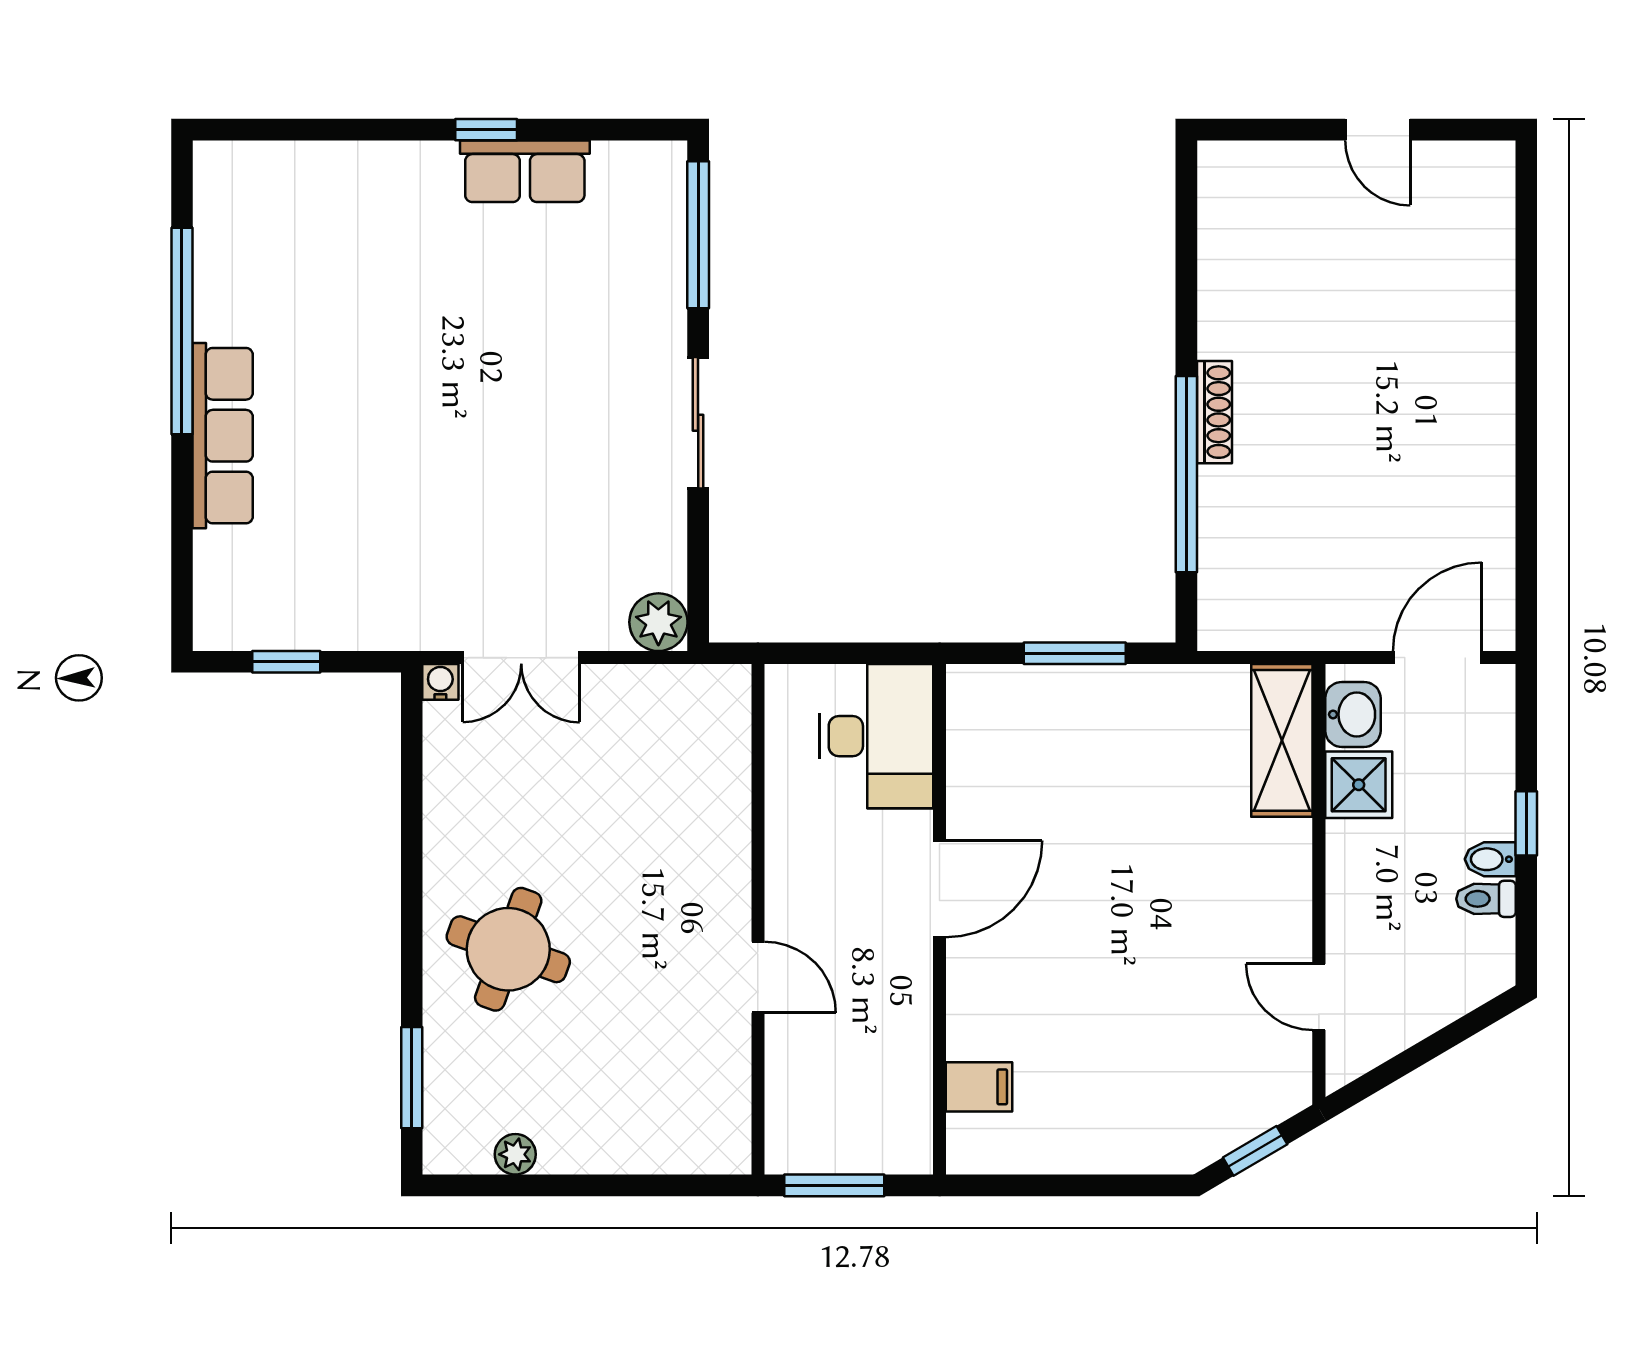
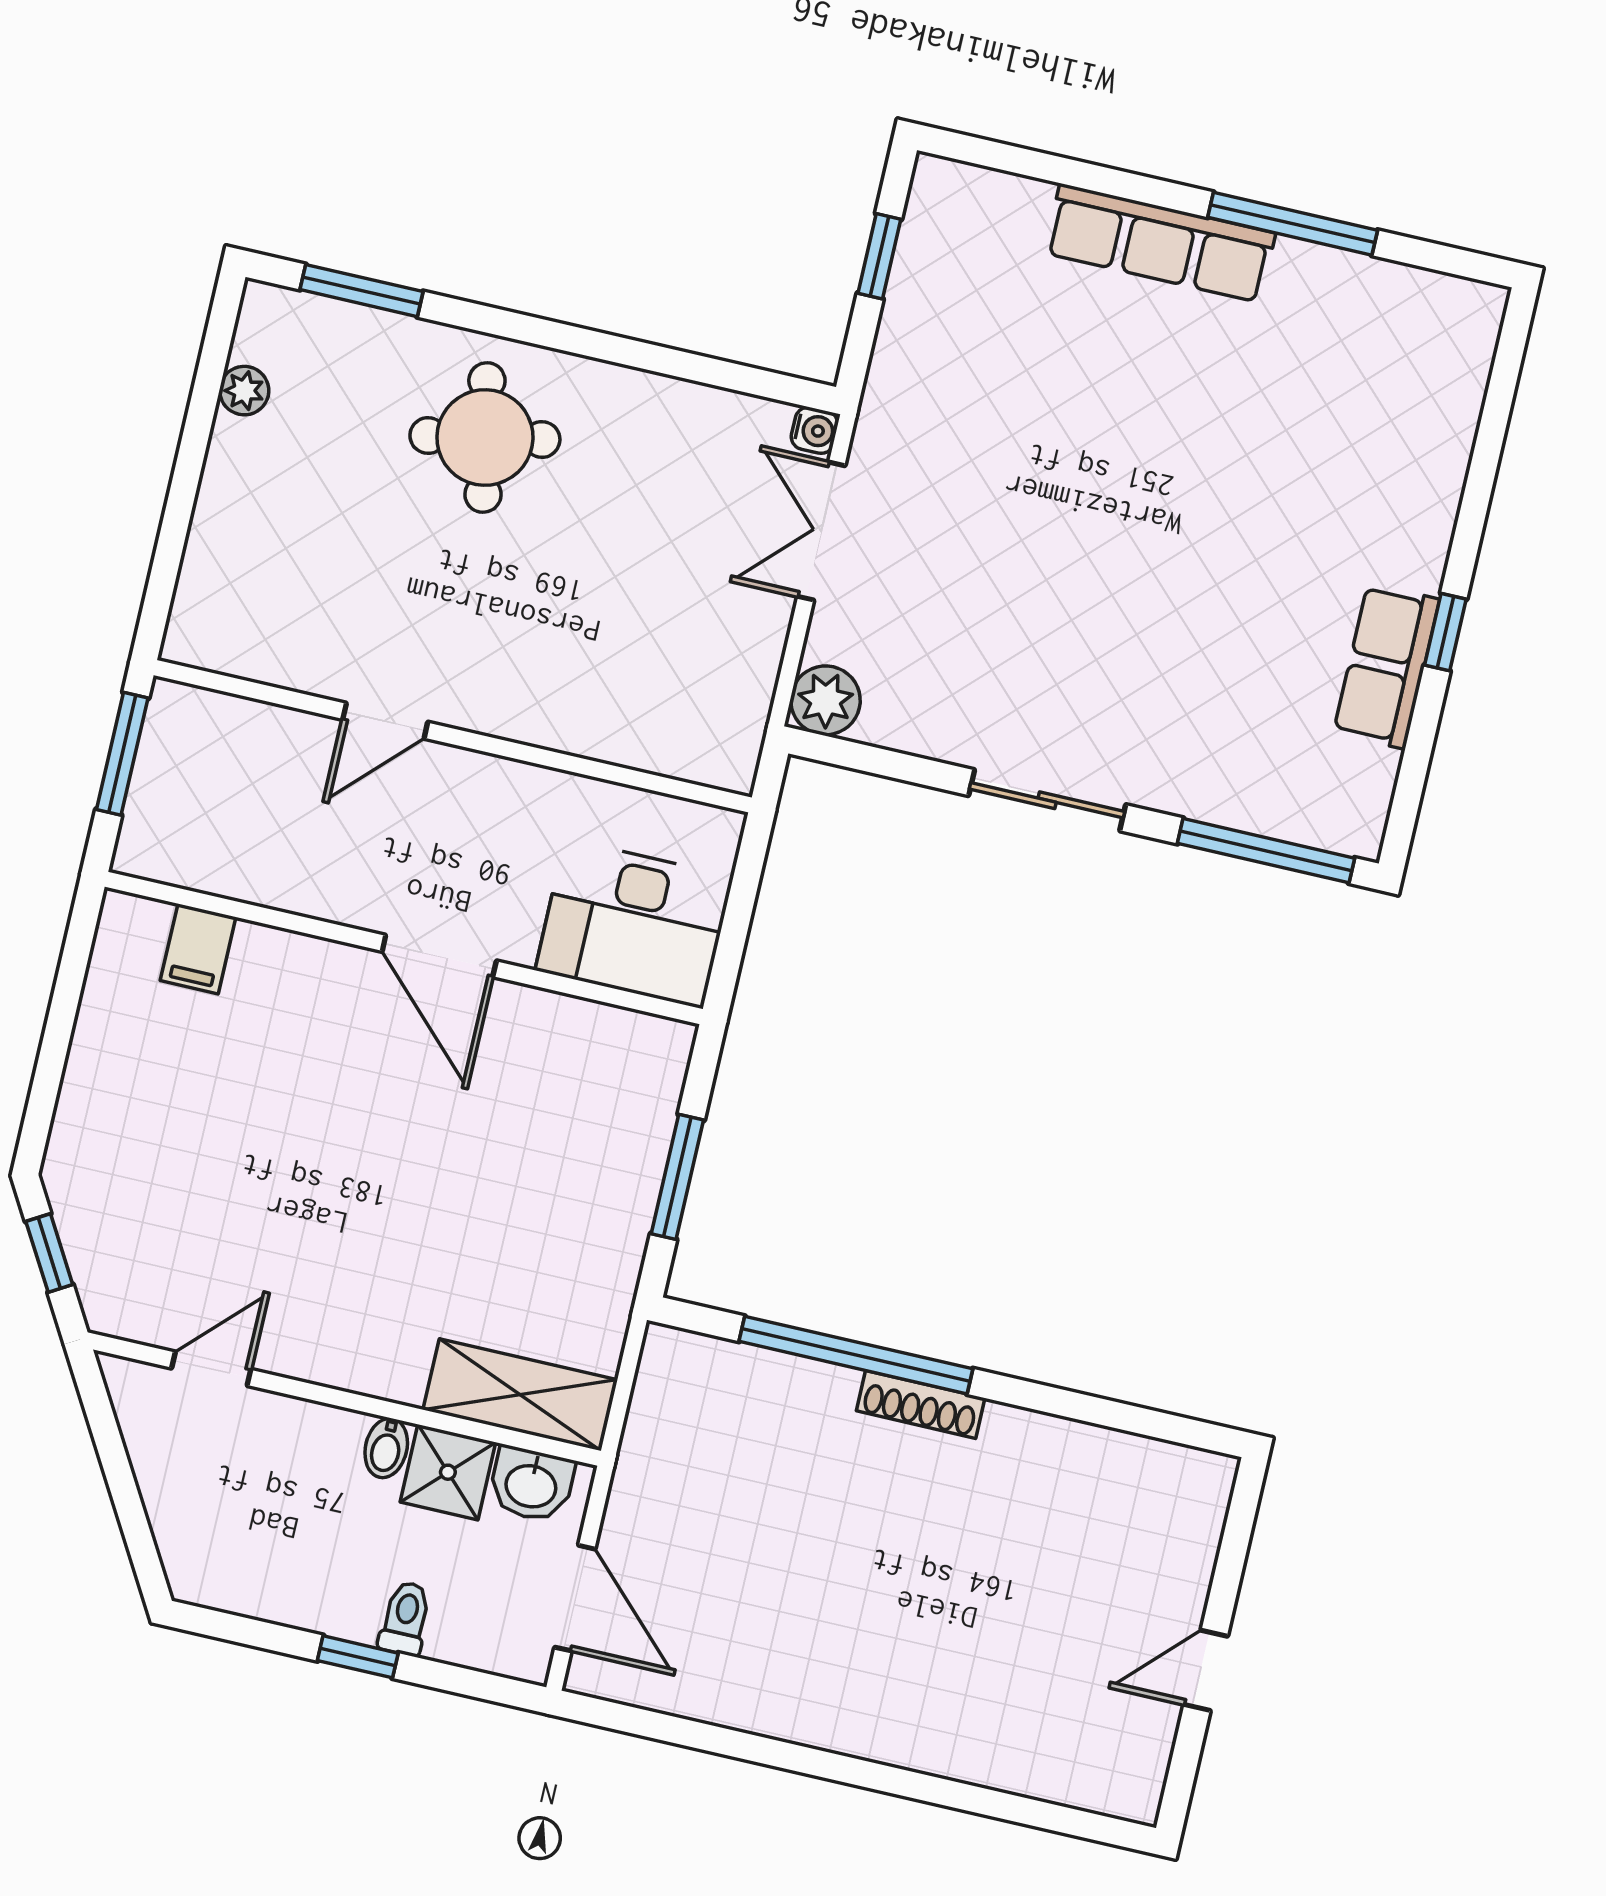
window: (182, 331) -> (1293, 224), width x0.68
bidet: (1490, 859) -> (386, 1448), moved, turned 180
toilet: (1486, 899) -> (405, 1618), moved
round table: (508, 949) -> (485, 438), turned -31

